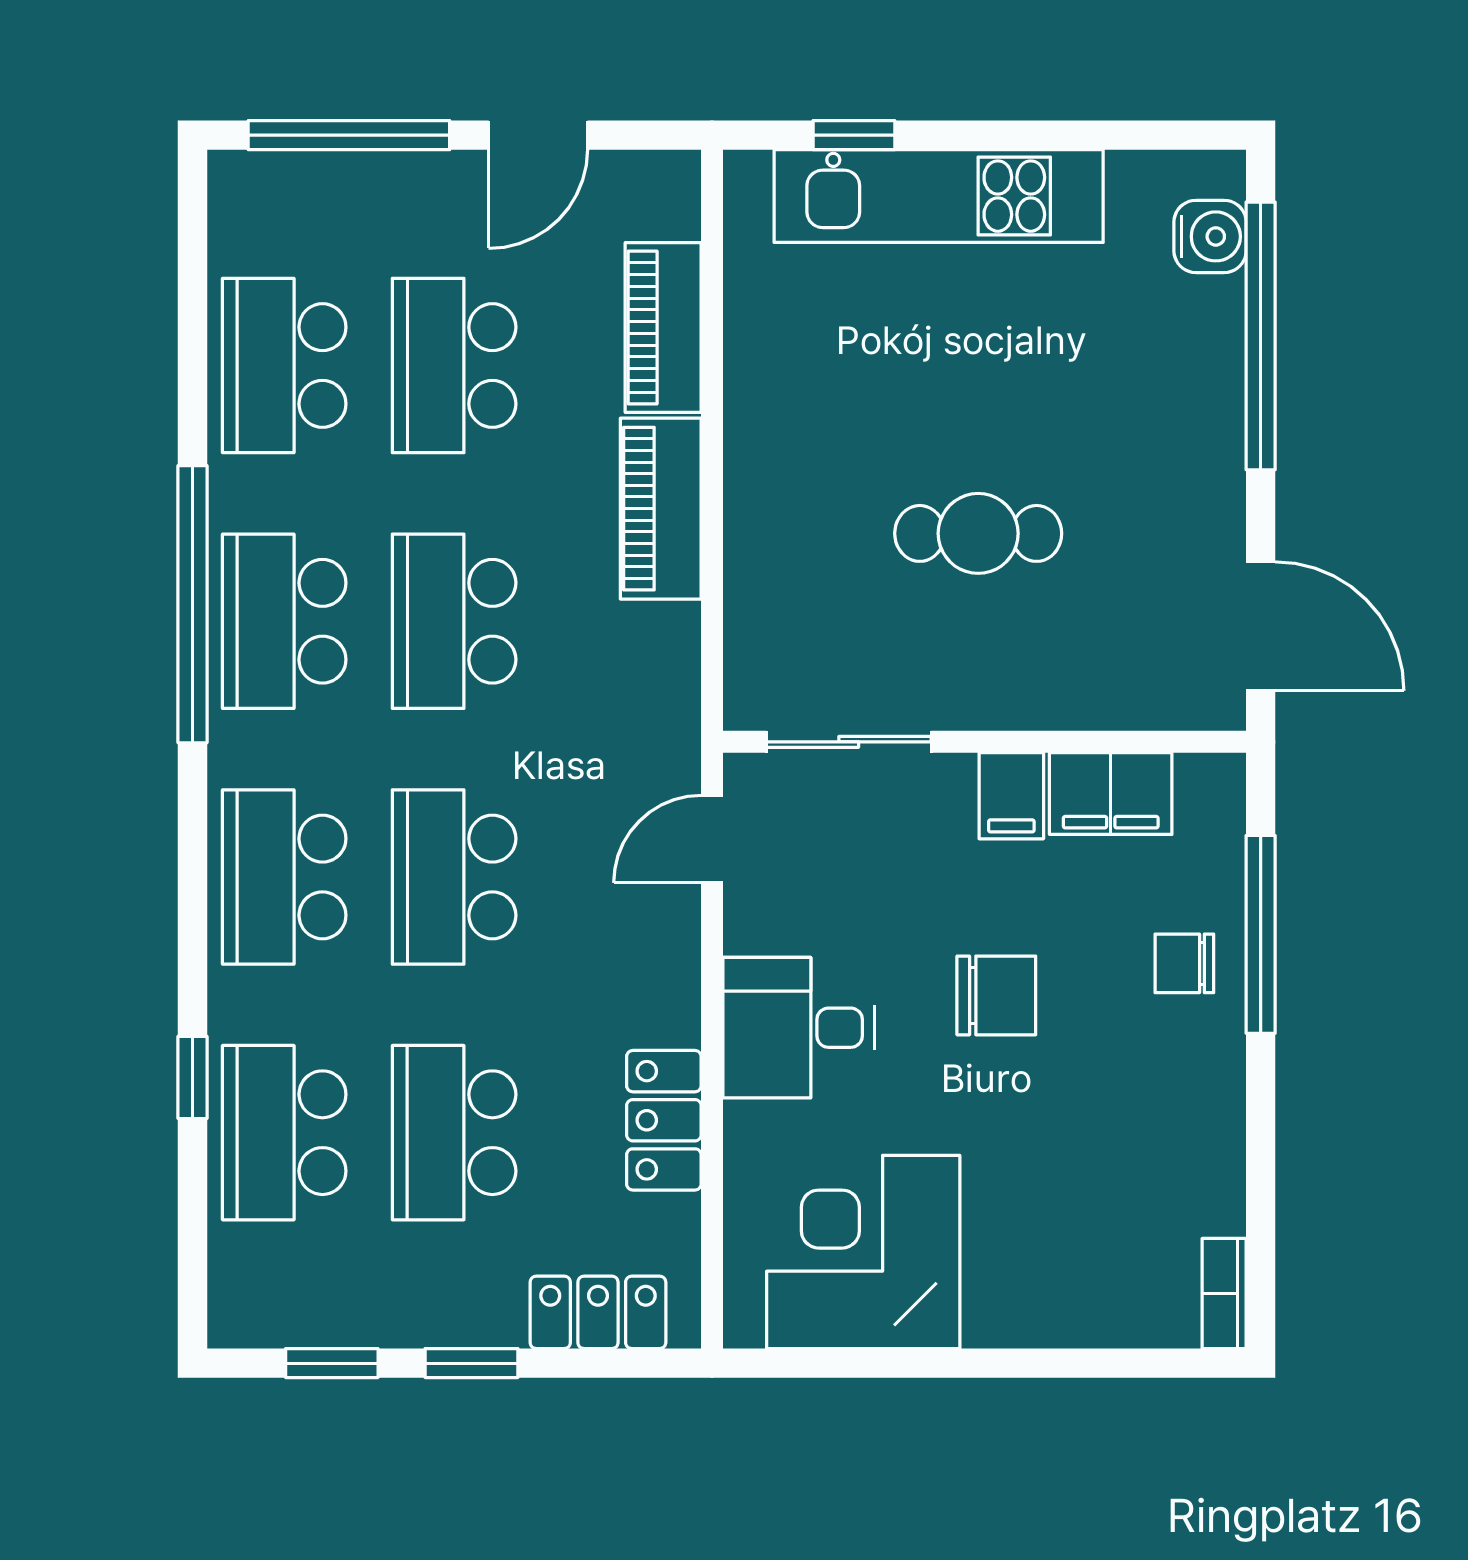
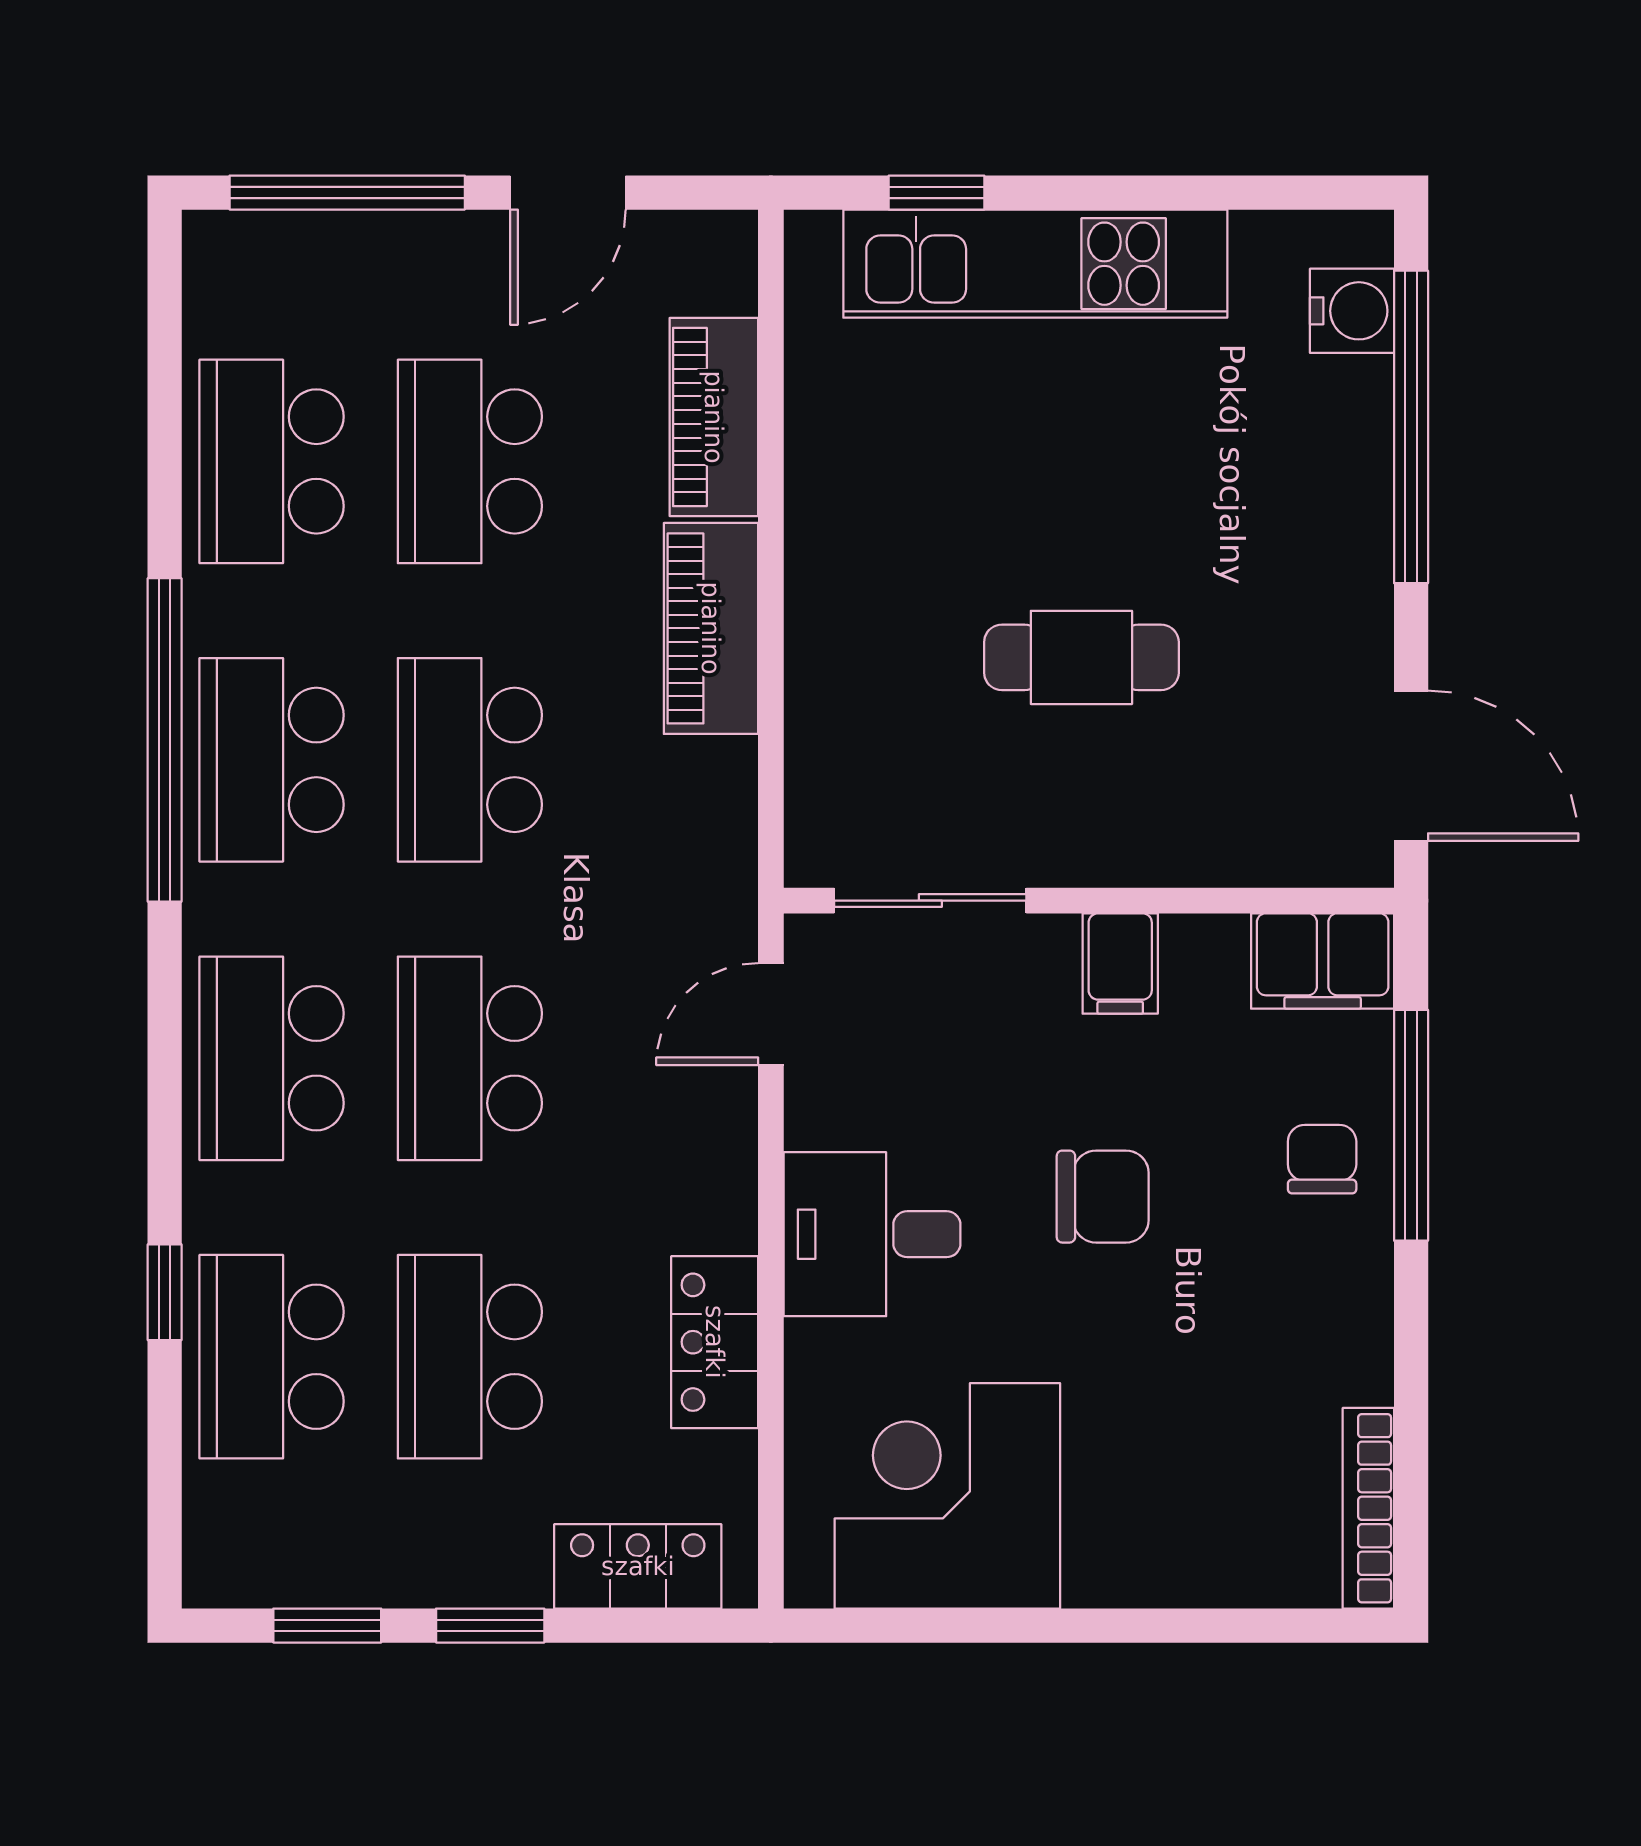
filing cabinet: (1111, 794) -> (1323, 961), moved
chair: (1184, 963) -> (1322, 1159), turned 90
bookcase: (1224, 1294) -> (1368, 1508), width x1.56

